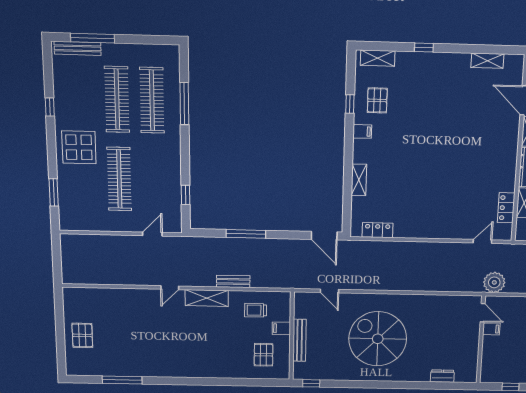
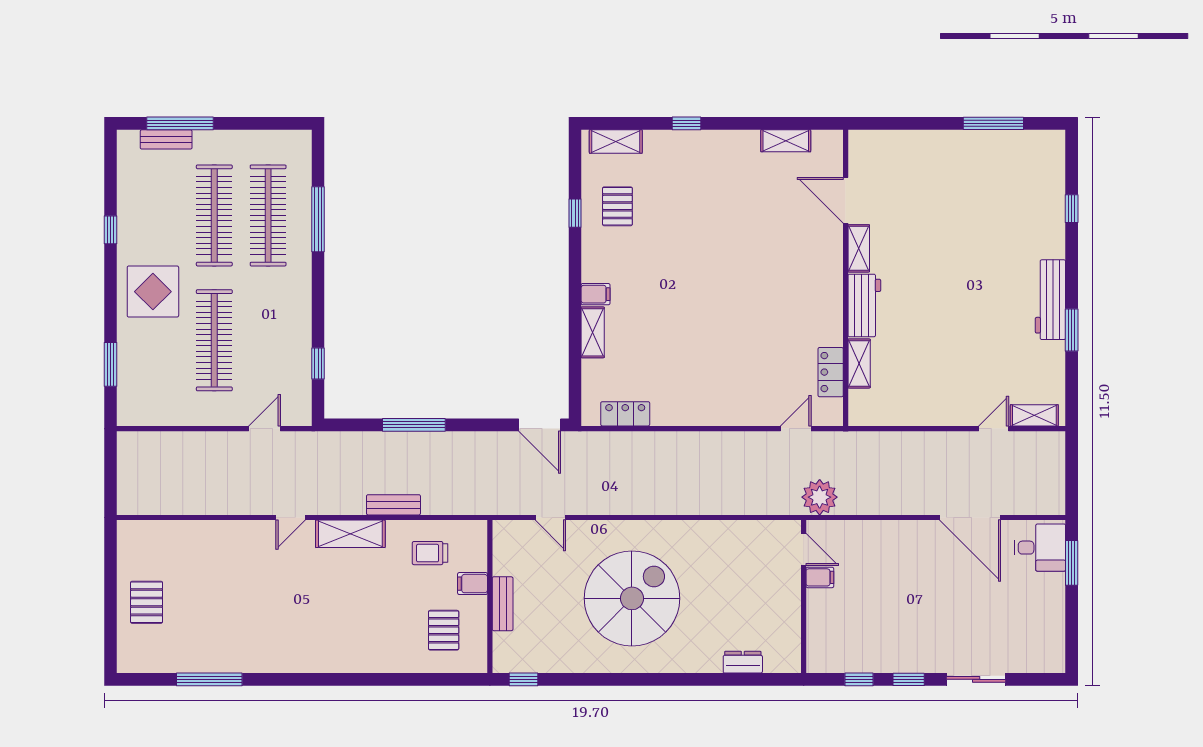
bench: (78, 48) -> (166, 139), width x0.73
filing cabinet: (362, 131) -> (596, 294), moved
spiral stairs: (378, 339) -> (632, 598), turned 90
bench: (299, 340) -> (503, 604), width x0.73

